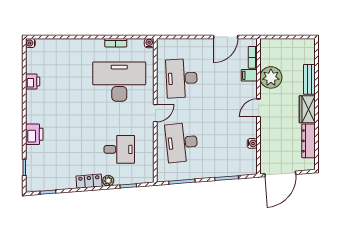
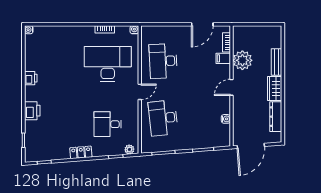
printer: (33, 81) -> (31, 78), moved
desk: (119, 149) -> (108, 124), turned 180
plant: (108, 181) -> (129, 149), moved

